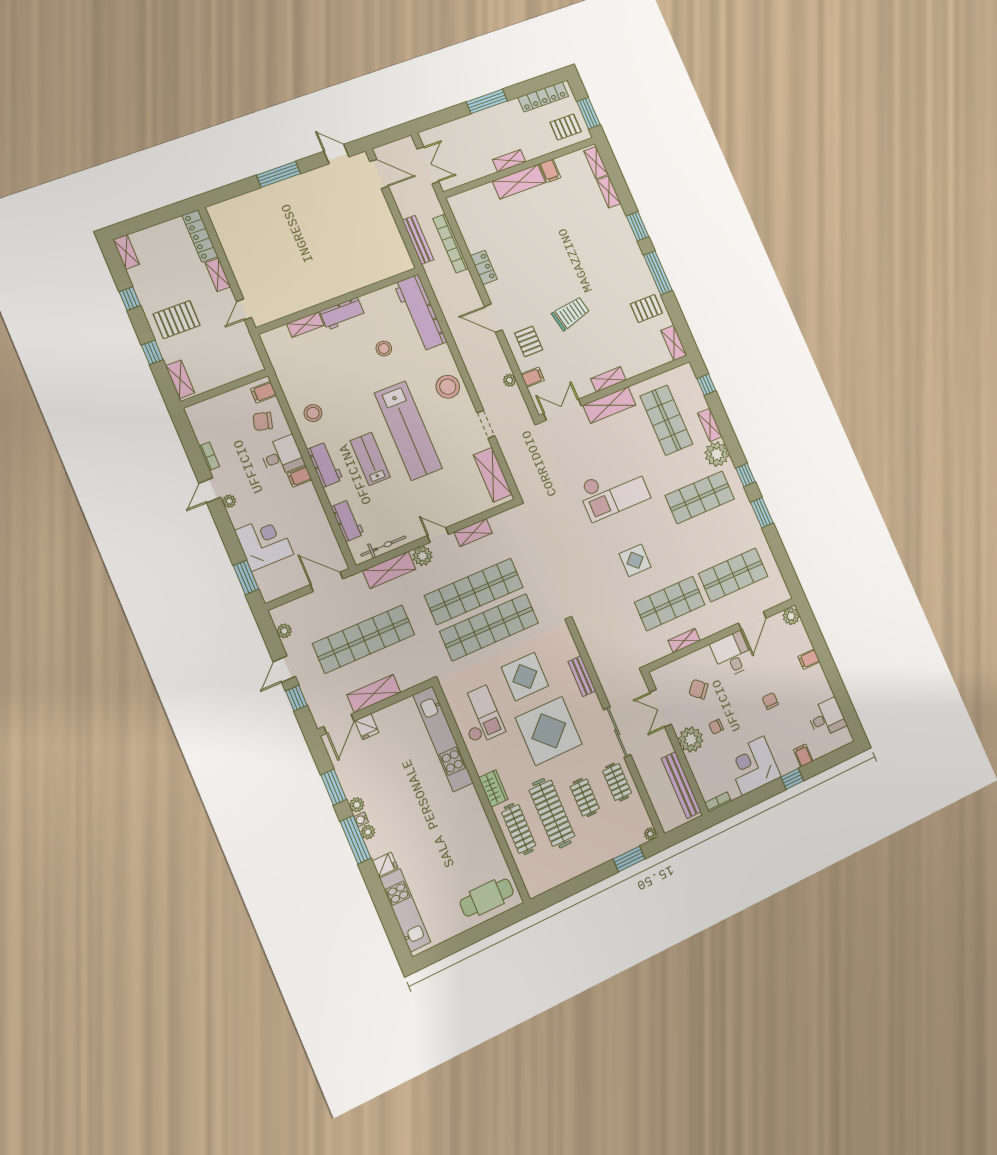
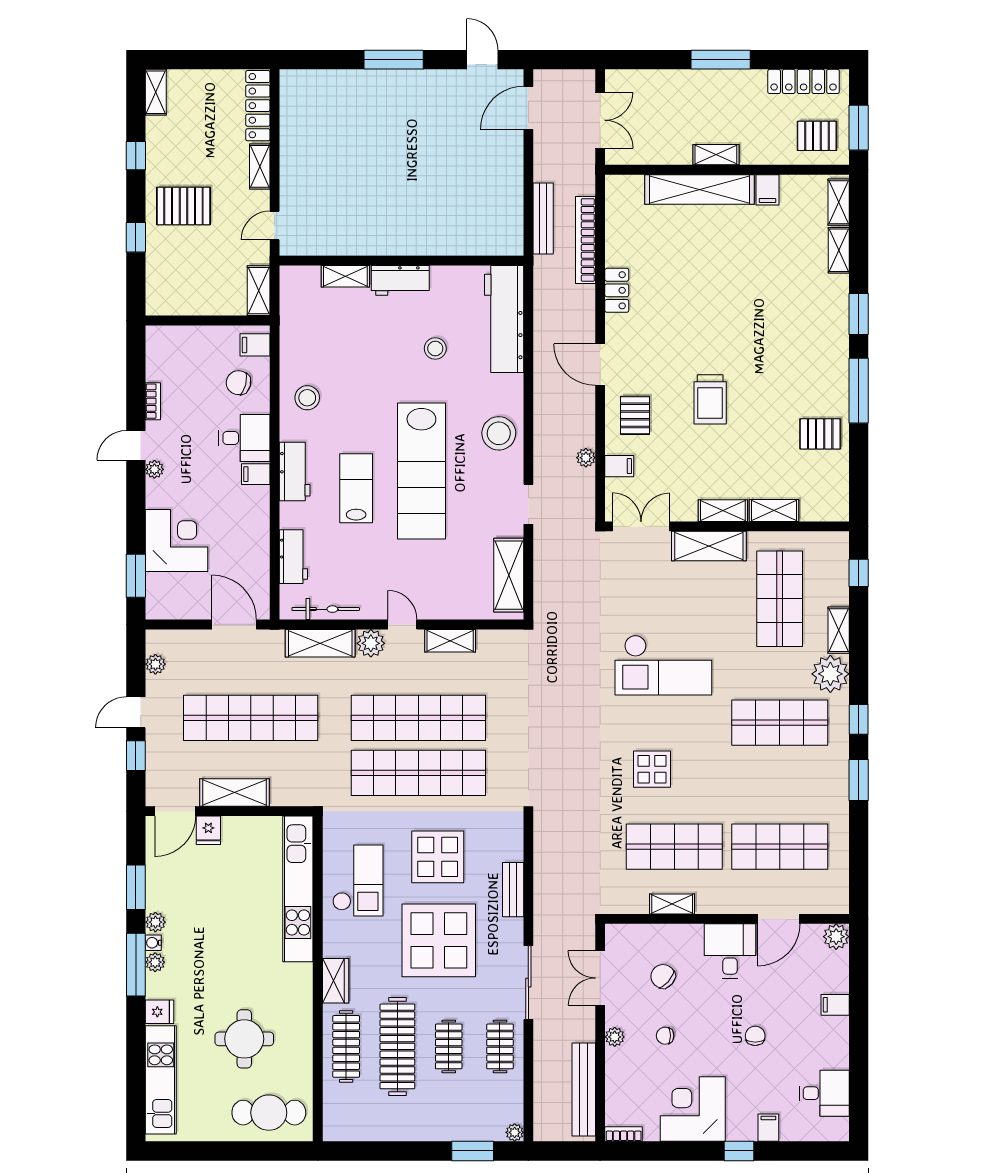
door: (379, 174) -> (528, 108), swing flipped
shelving: (519, 182) -> (700, 189), width x1.47
trolley: (571, 313) -> (710, 399), turned 102
shelving: (674, 343) -> (774, 510), moved, turned 90
shelving: (180, 379) -> (259, 291), moved
plant: (691, 739) -> (615, 1037), width x0.53, depth x0.53
round table: (450, 856) -> (244, 1039), added

